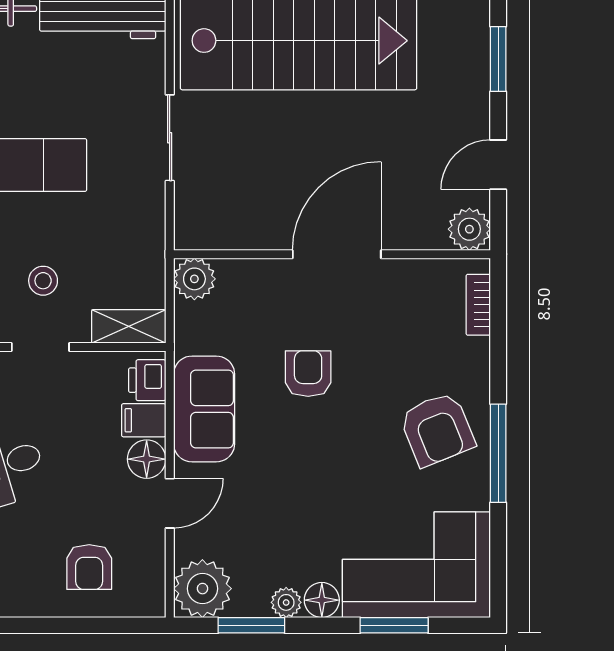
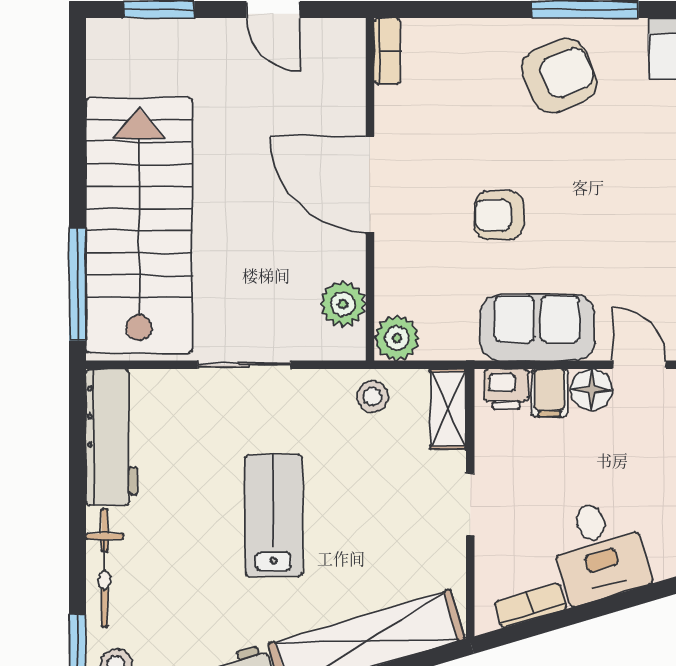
plant: (469, 229) -> (343, 304), moved
stool: (43, 281) -> (373, 397), moved
bookcase: (478, 305) -> (387, 51), moved, turned -90

